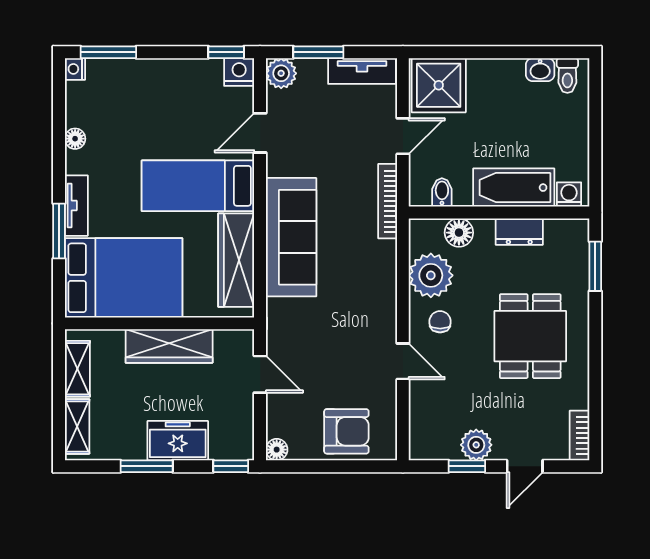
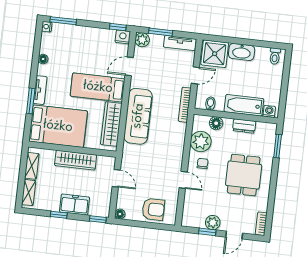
washbasin: (540, 70) -> (242, 52), moved, width x1.91, depth x1.45
window: (147, 466) -> (59, 215), width x0.67

